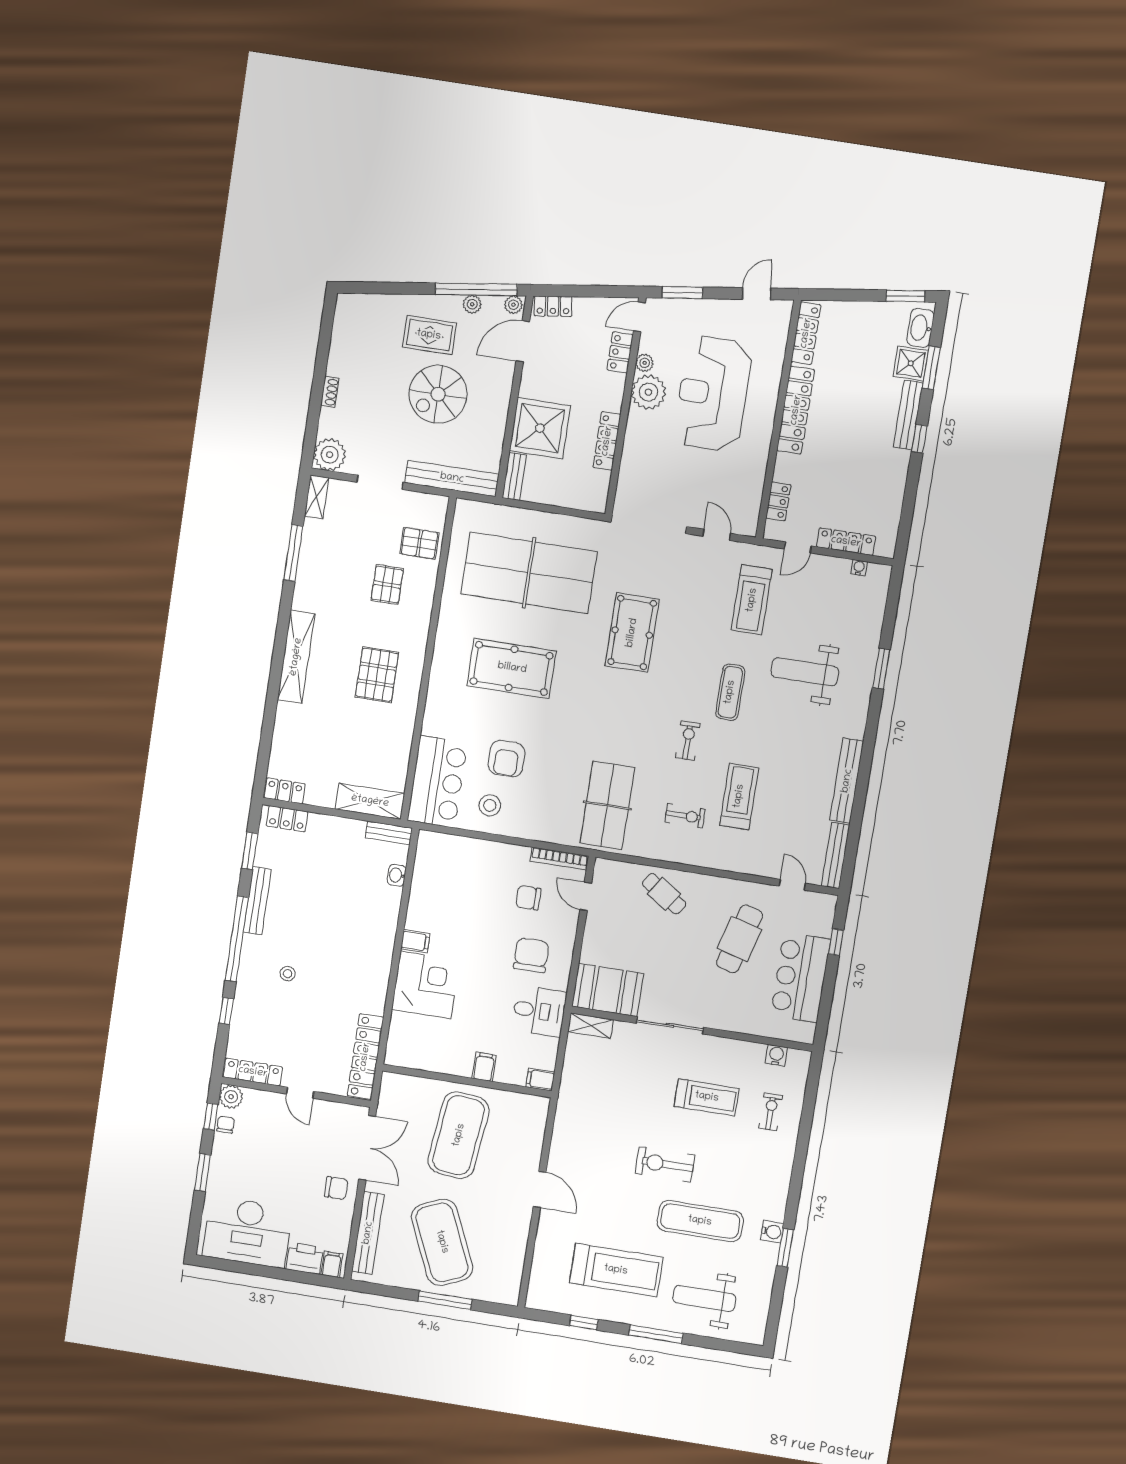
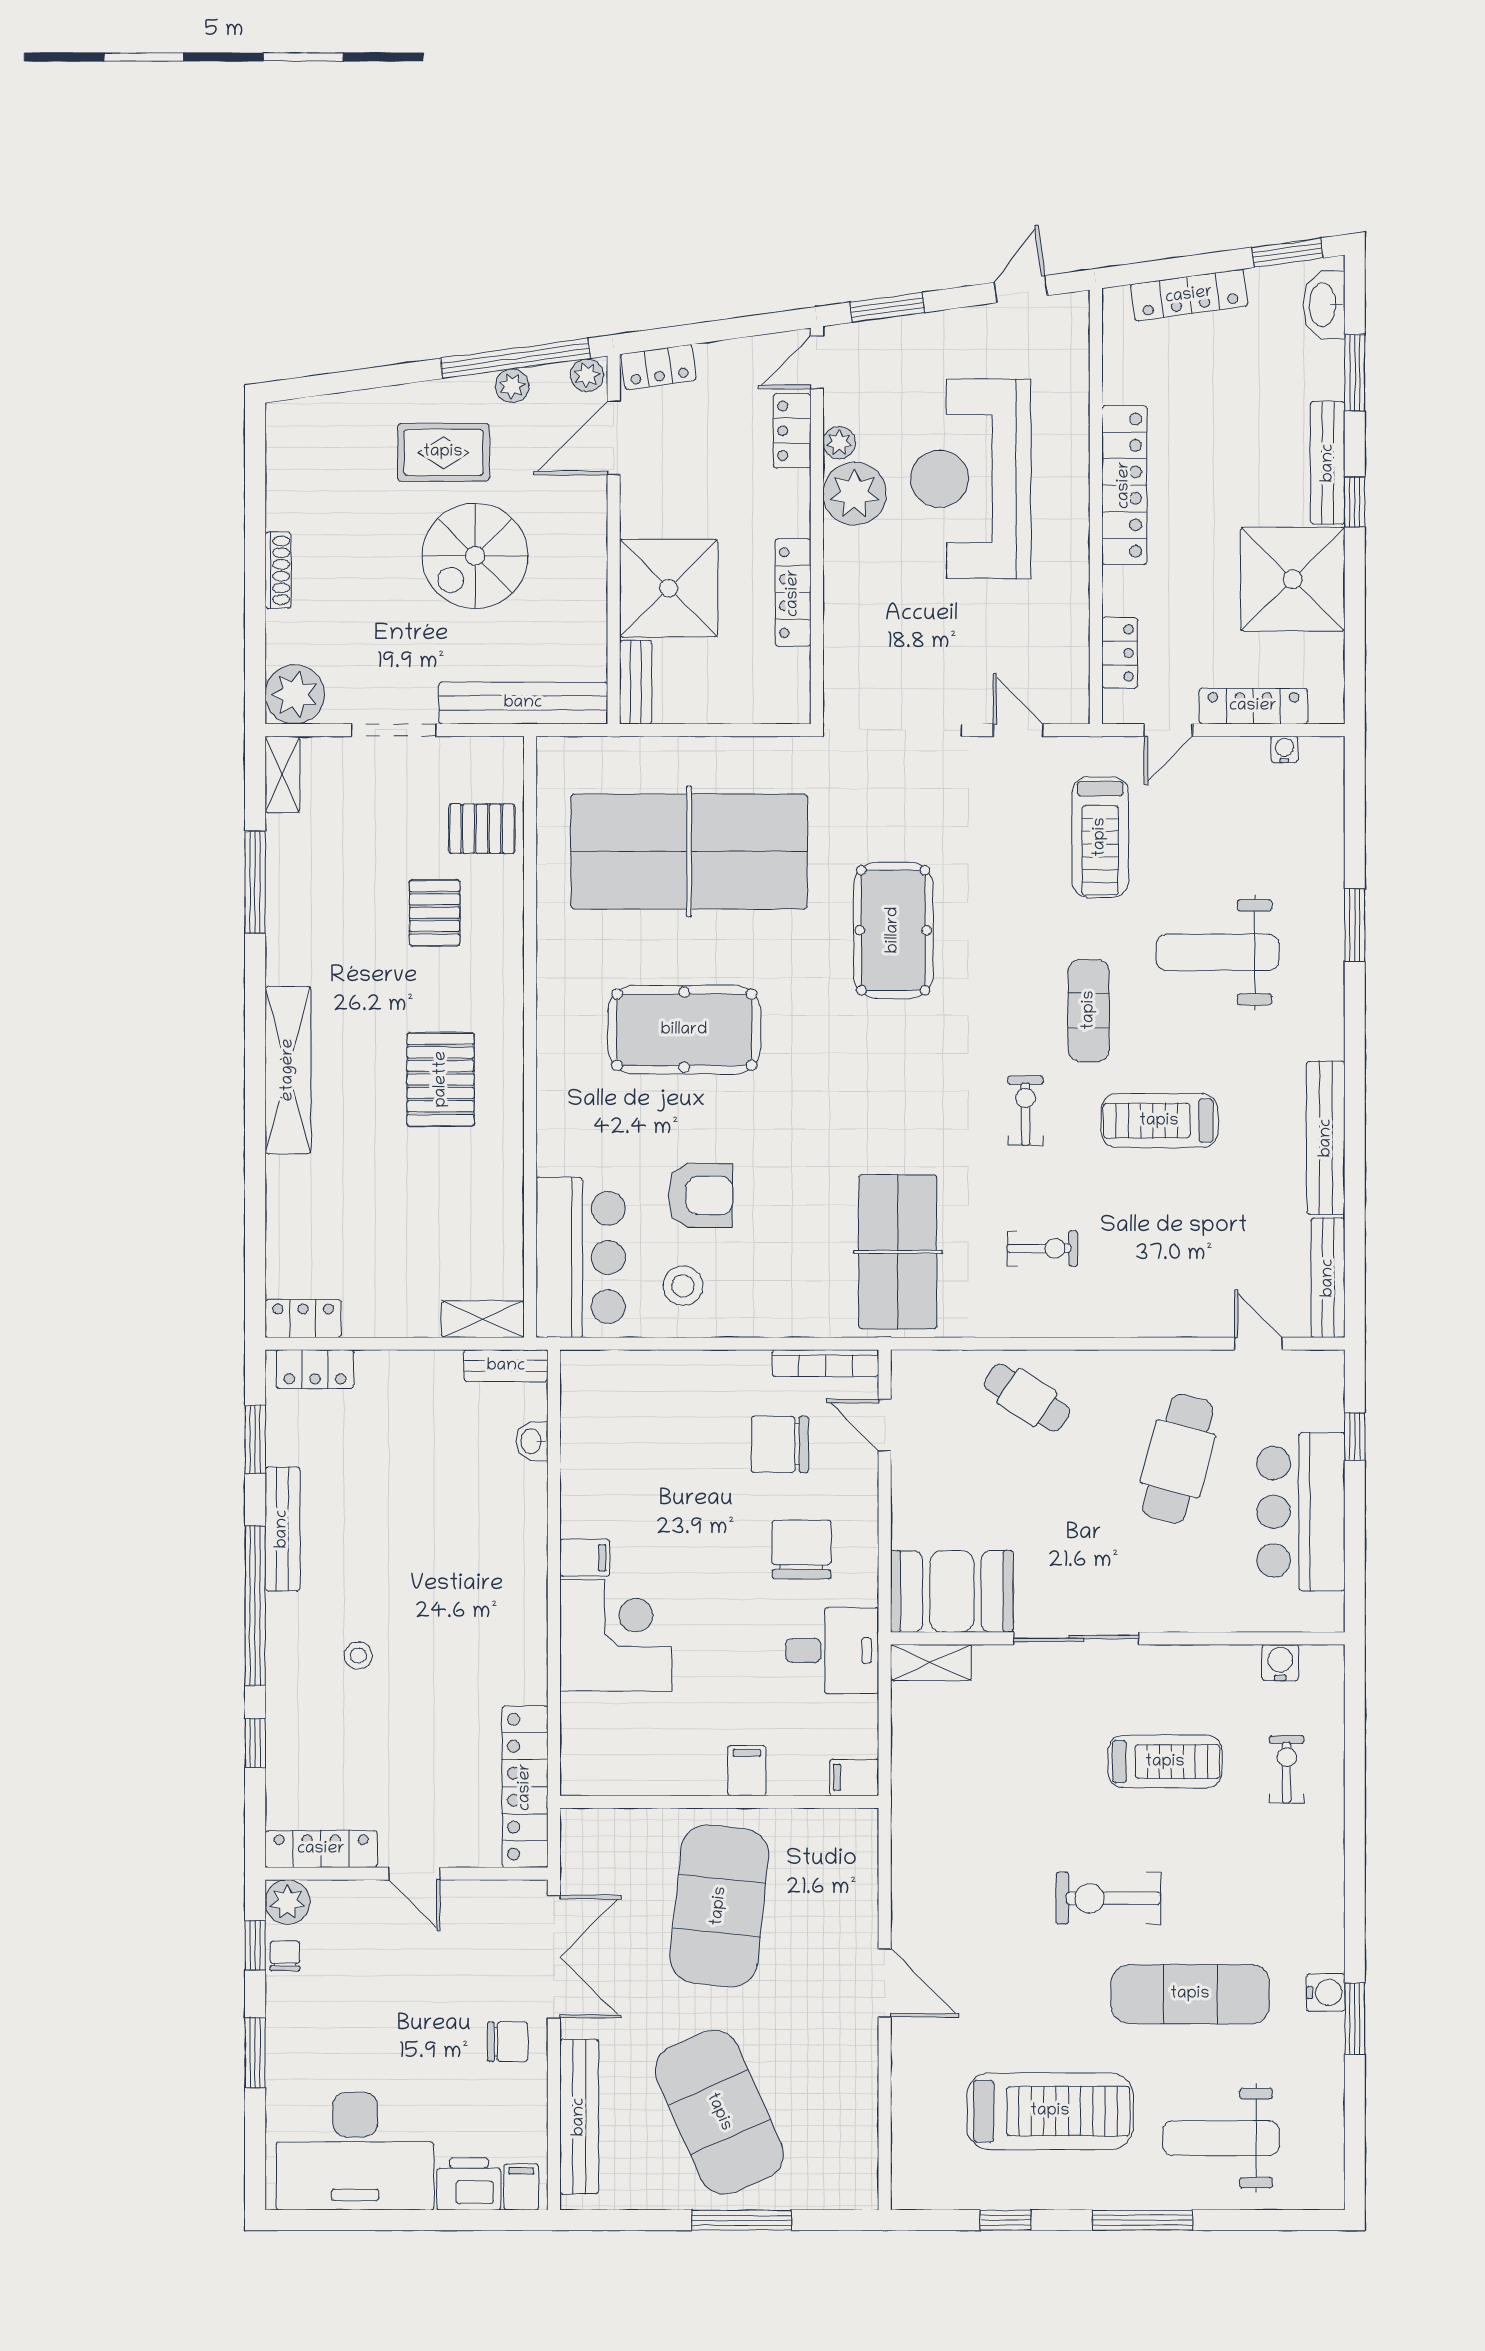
locker: (806, 333) -> (1189, 295), moved, turned 82
shower: (911, 363) -> (1293, 579), moved, width x1.86, depth x1.86
shoe rack: (330, 392) -> (278, 570), width x1.43
armchair: (506, 759) -> (700, 1195), turned -90
treadmill: (739, 796) -> (1159, 1121), moved, turned -90
shelving: (370, 801) -> (483, 1319), width x0.67, depth x0.75
chair: (528, 898) -> (780, 1444), width x1.37, depth x1.37

